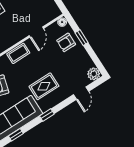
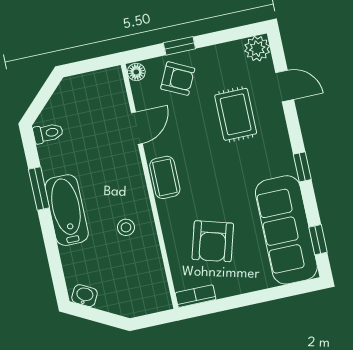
door: (36, 32) -> (137, 128), hinge flipped
armchair: (66, 42) -> (178, 79), turned -64
rug: (44, 86) -> (236, 114), moved

